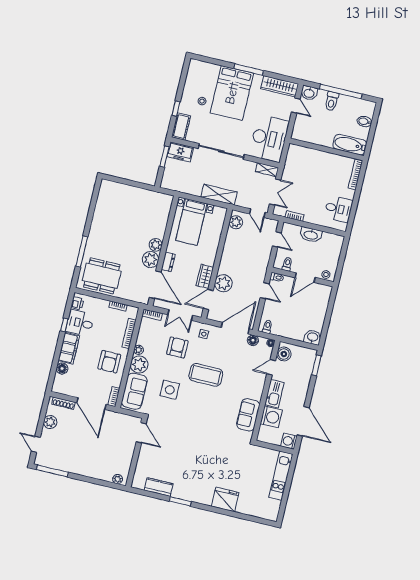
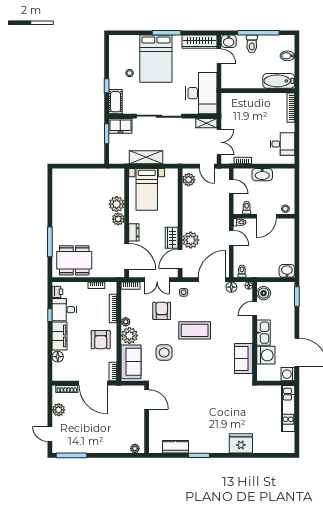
shelving: (219, 195) -> (146, 157), moved
plant: (150, 259) -> (117, 204), moved

